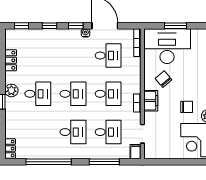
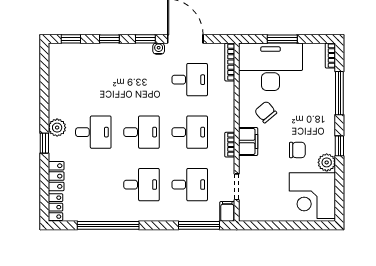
locker: (11, 60) -> (56, 176), moved
window: (104, 162) -> (199, 225), moved

